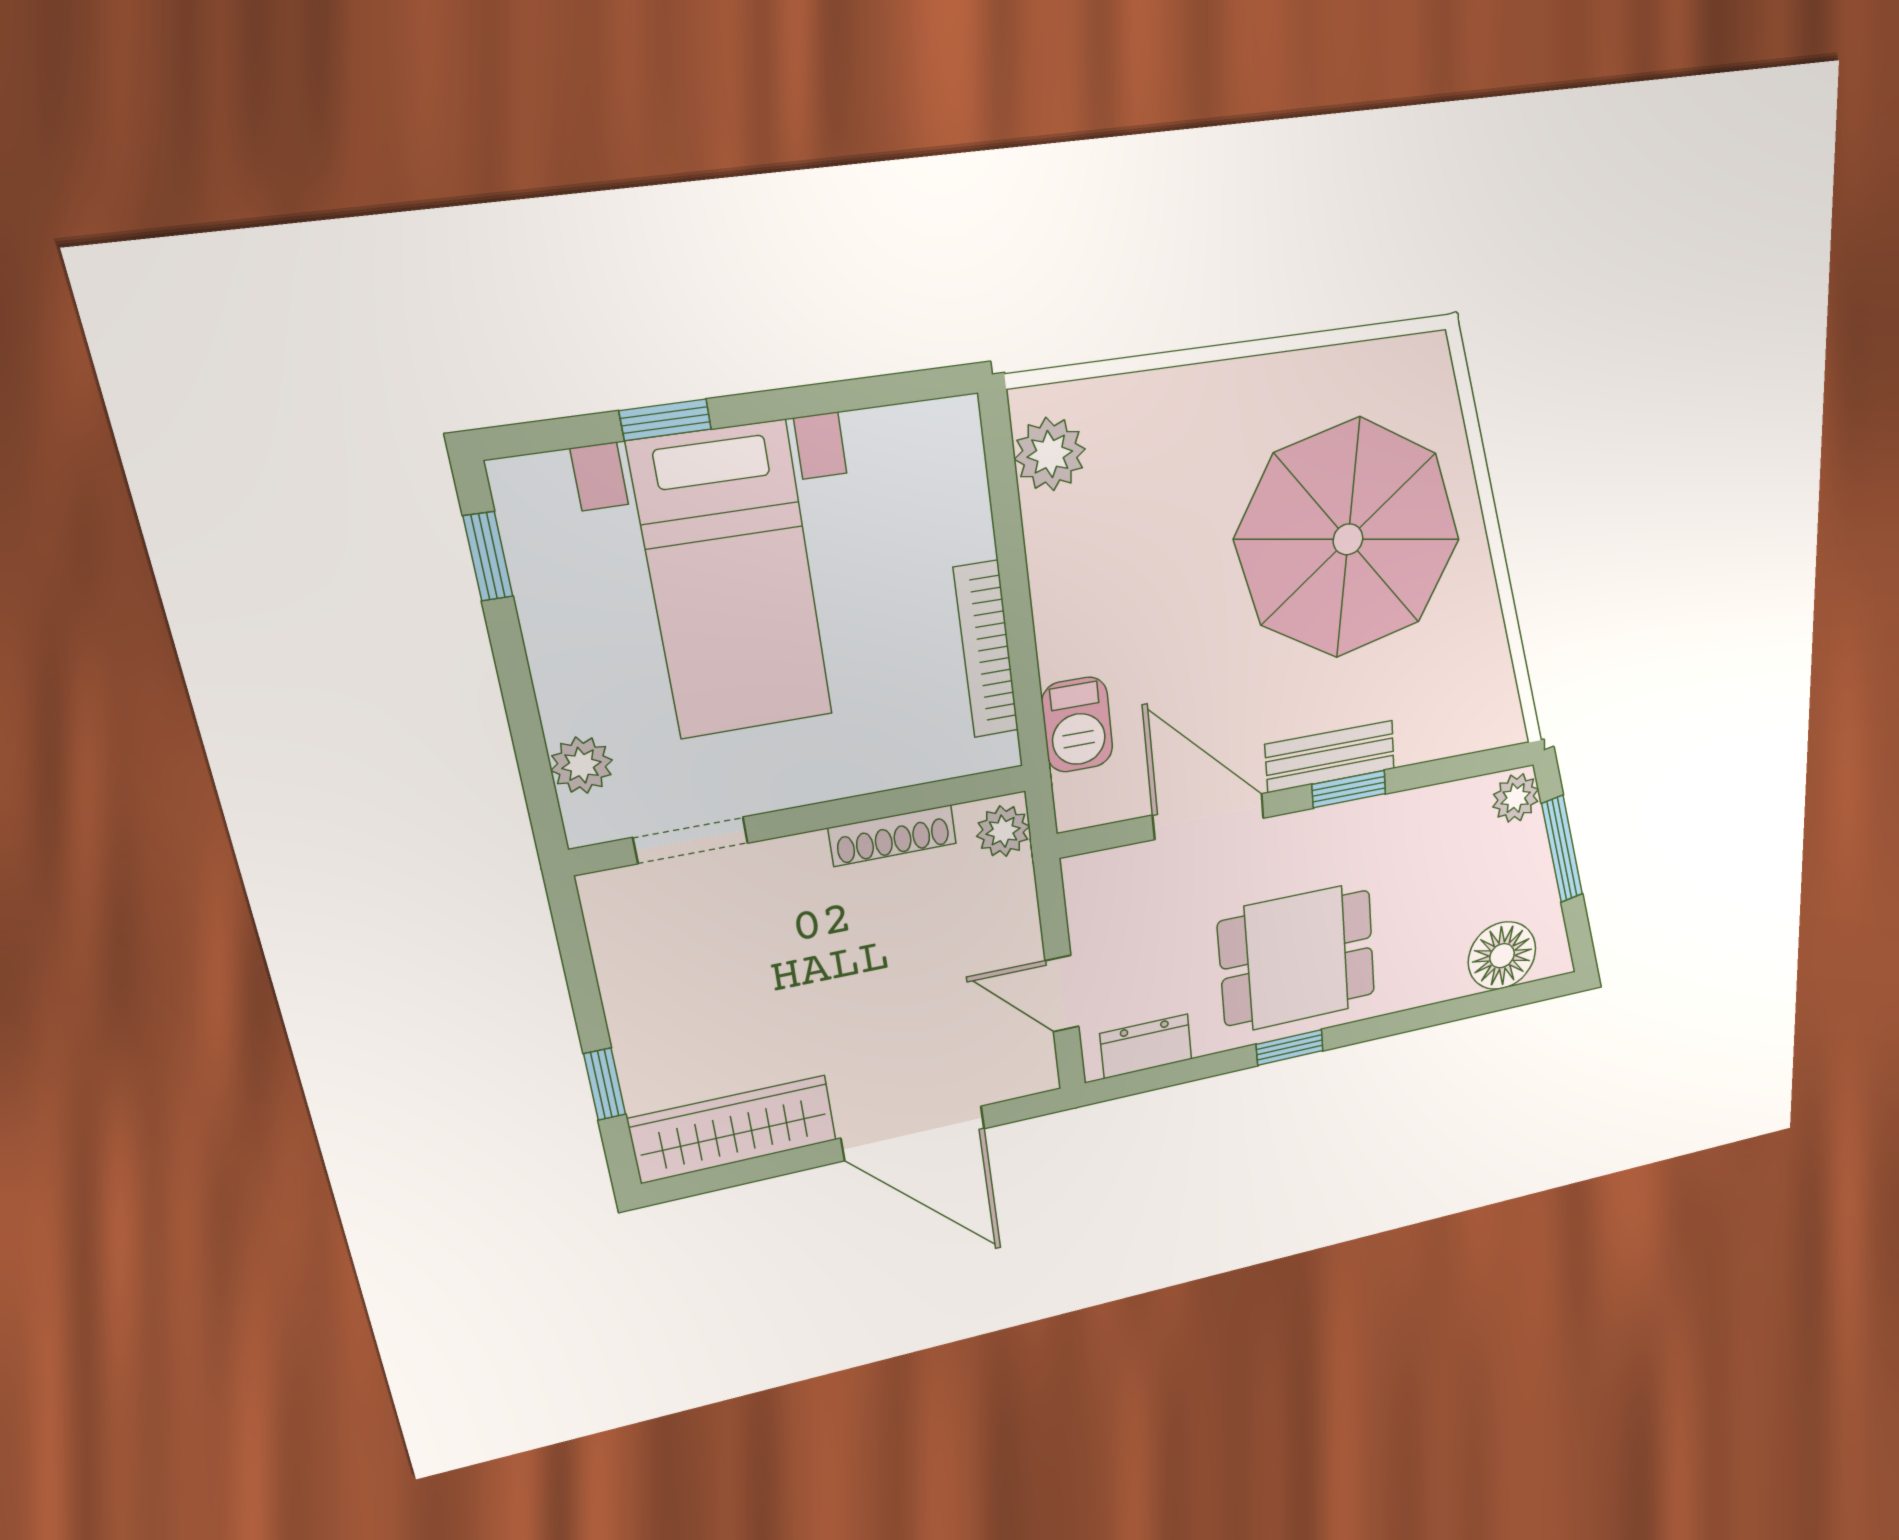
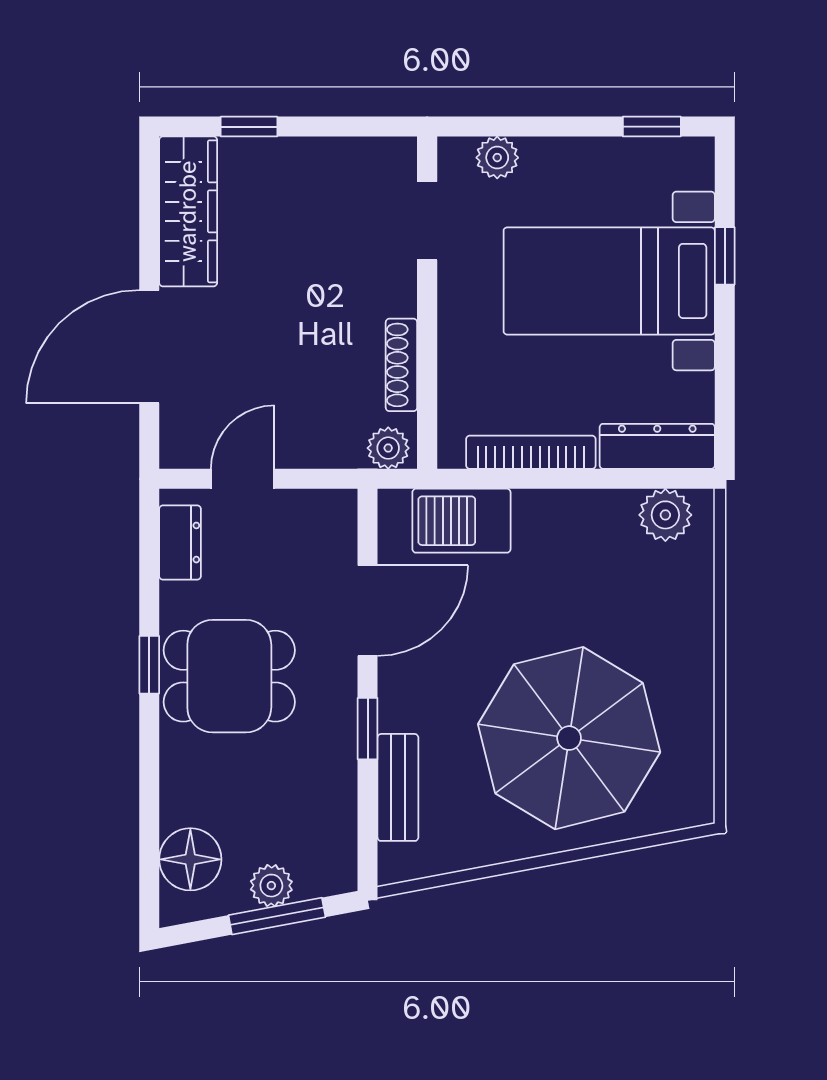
dresser: (957, 479) -> (657, 446), added
barbecue: (1077, 725) -> (461, 521), width x1.38, depth x1.27
bench: (1330, 757) -> (398, 787), moved
plant: (1516, 798) -> (271, 886), moved
dining table: (1297, 958) -> (229, 676), turned 90

